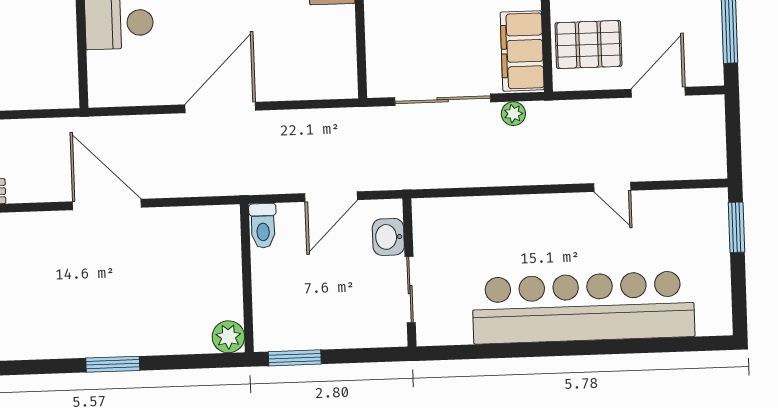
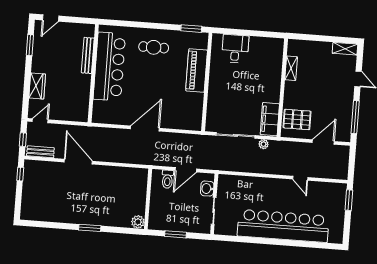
door: (107, 205) -> (78, 162), moved
toilet: (263, 226) -> (168, 179), moved
window: (295, 358) -> (176, 234), moved

